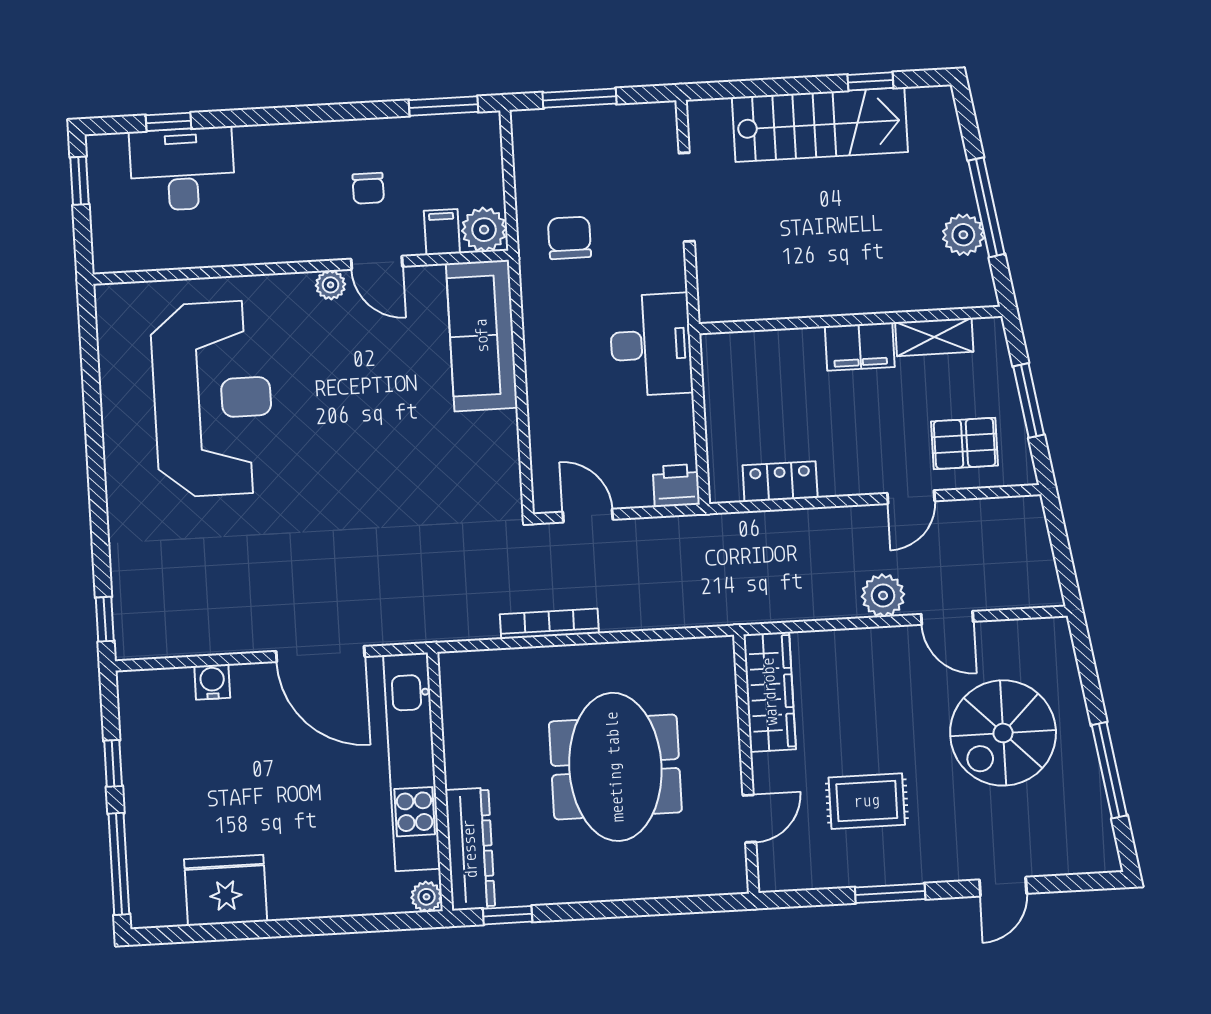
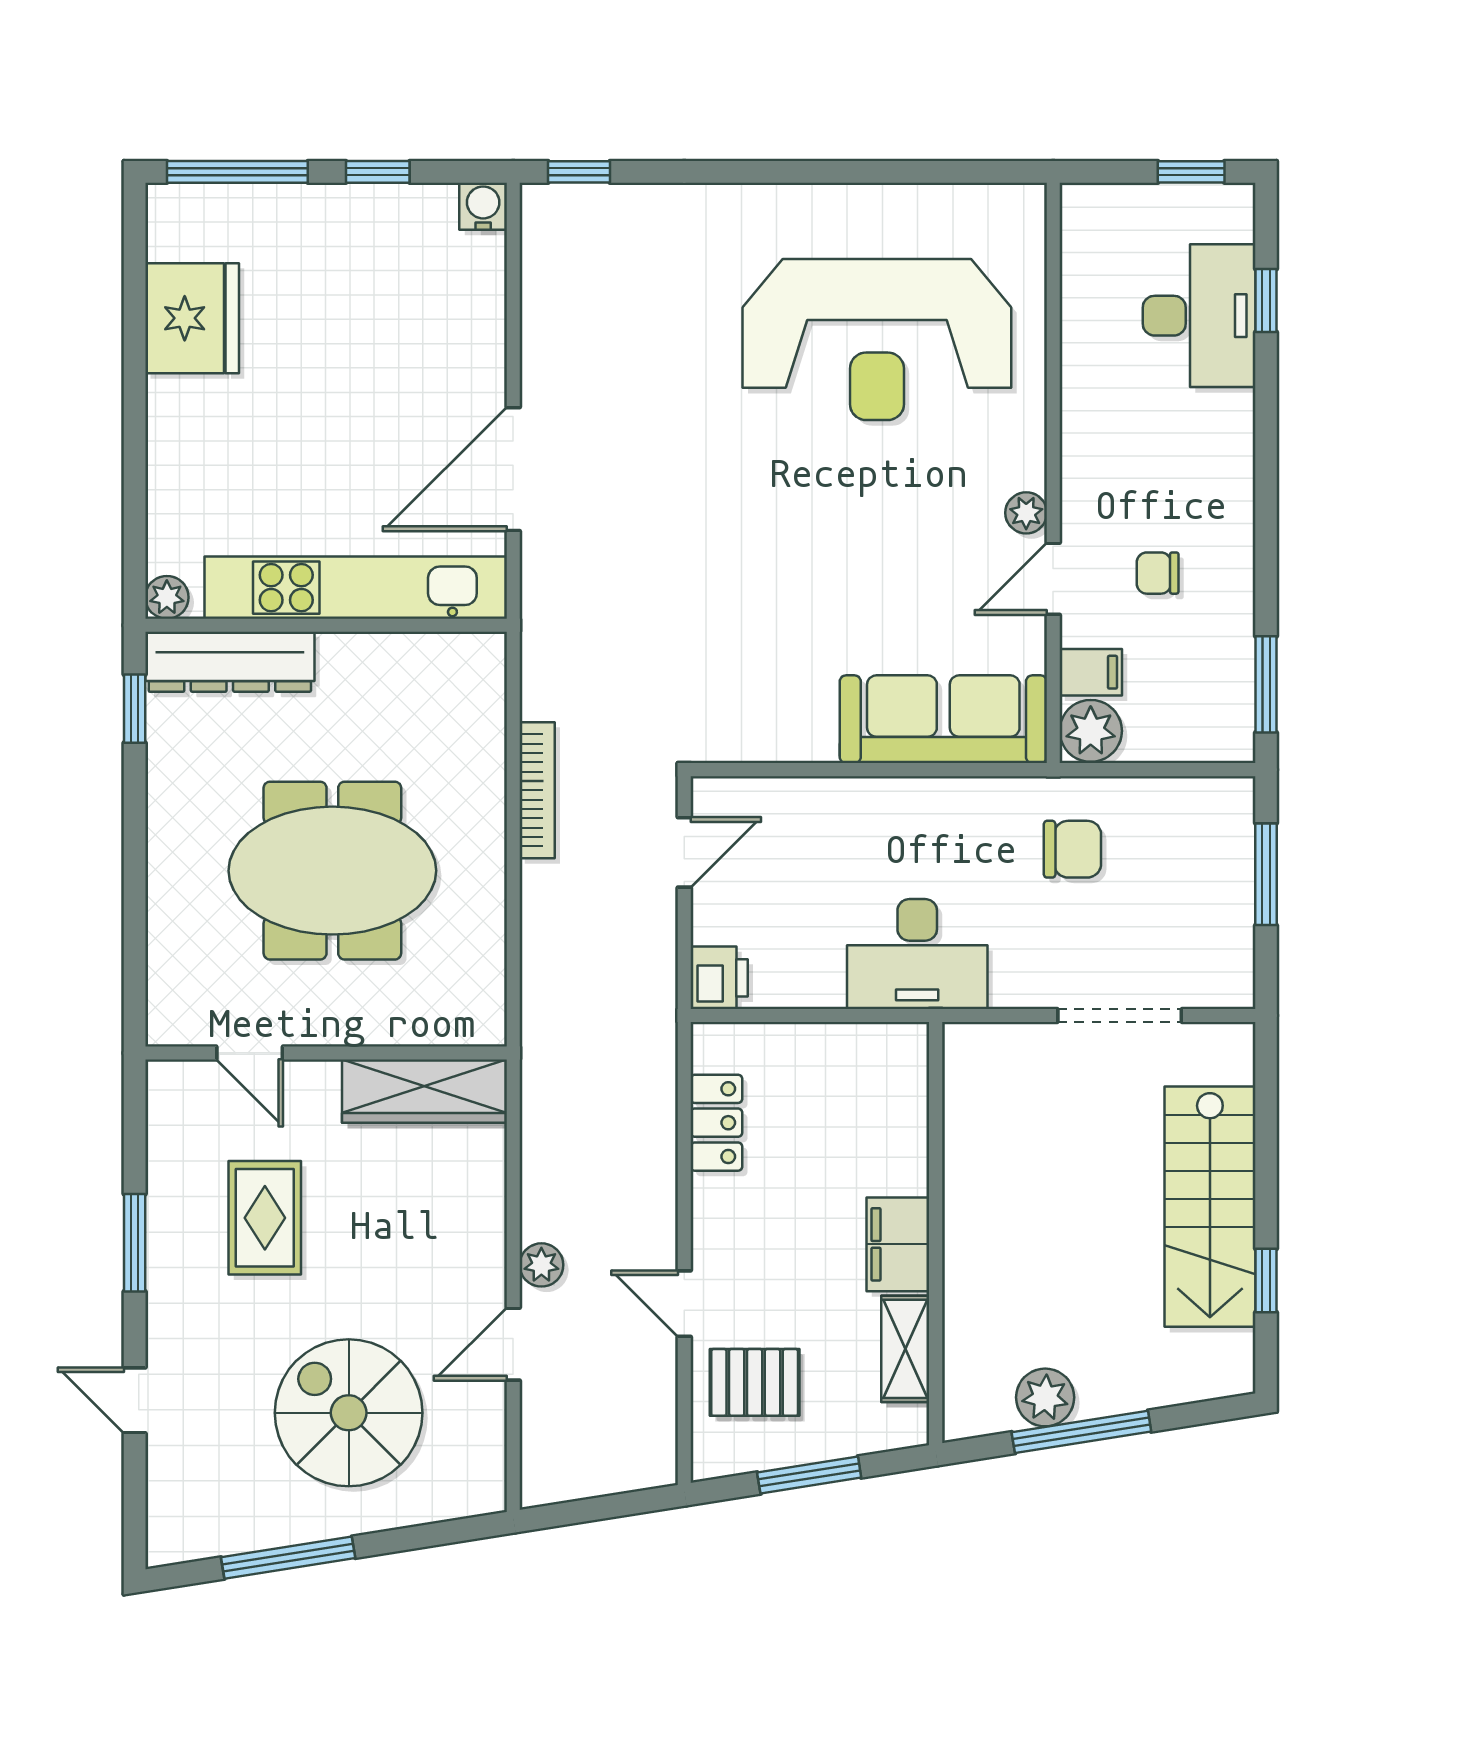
pallet: (965, 443) -> (755, 1382), turned 90
plant: (883, 595) -> (541, 1265), width x0.73, depth x0.73
water cooler: (212, 682) -> (483, 206), moved, turned -90

